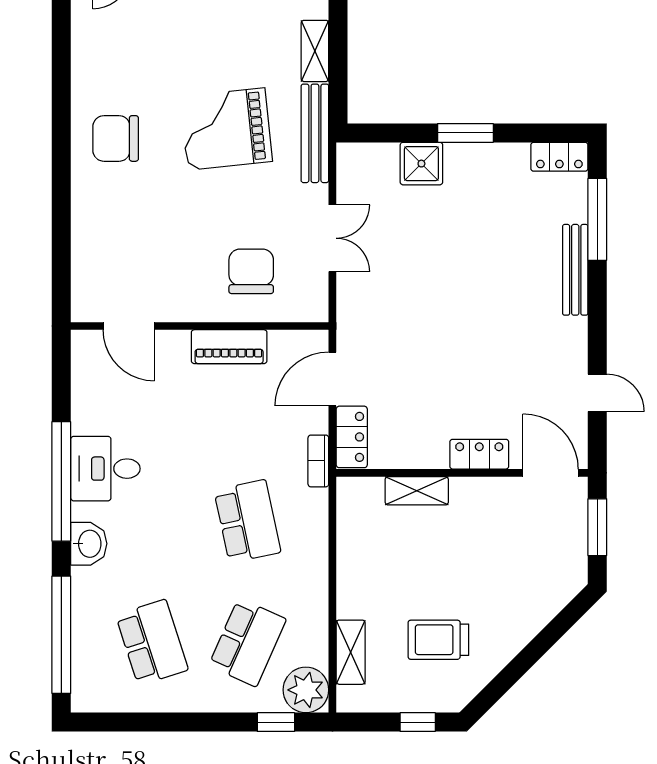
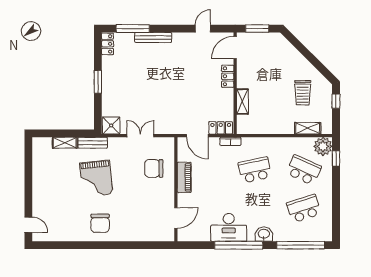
bench: (315, 133) -> (93, 143), width x0.73
shower: (421, 164) -> (111, 126), moved
desk: (105, 469) -> (229, 227), width x1.37

